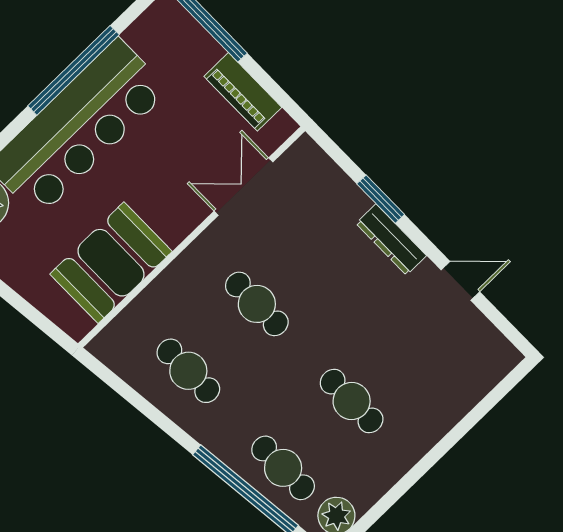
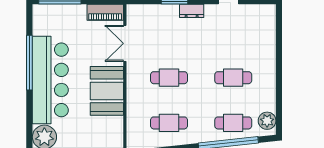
piano: (243, 92) -> (105, 12), moved
dresser: (391, 240) -> (192, 11), width x0.70
booth: (111, 263) -> (107, 91), moved

